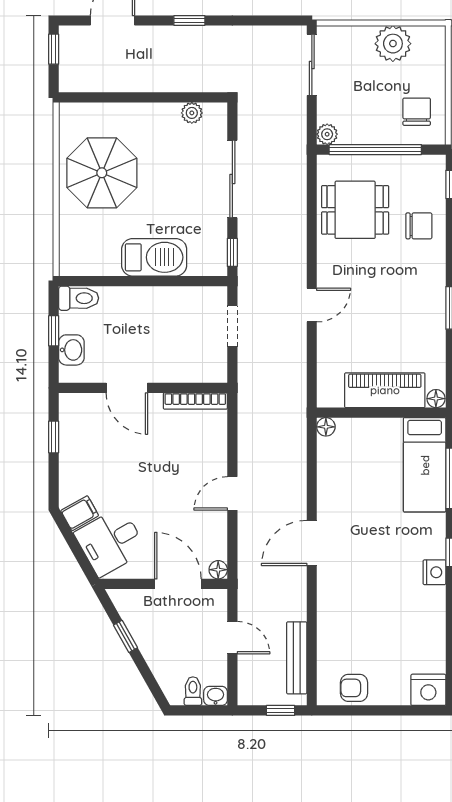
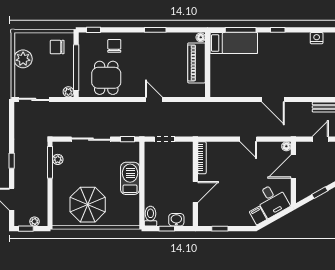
plant: (68, 66) -> (34, 221), added
window: (186, 97) -> (50, 162), added
floor lamp: (326, 427) -> (215, 92), removed
nightstand: (434, 572) -> (317, 38), moved

